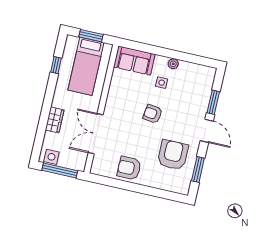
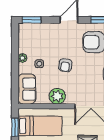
plant: (117, 96) -> (57, 96), added
window: (213, 102) -> (32, 20), moved

